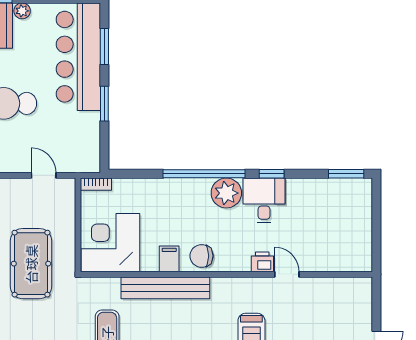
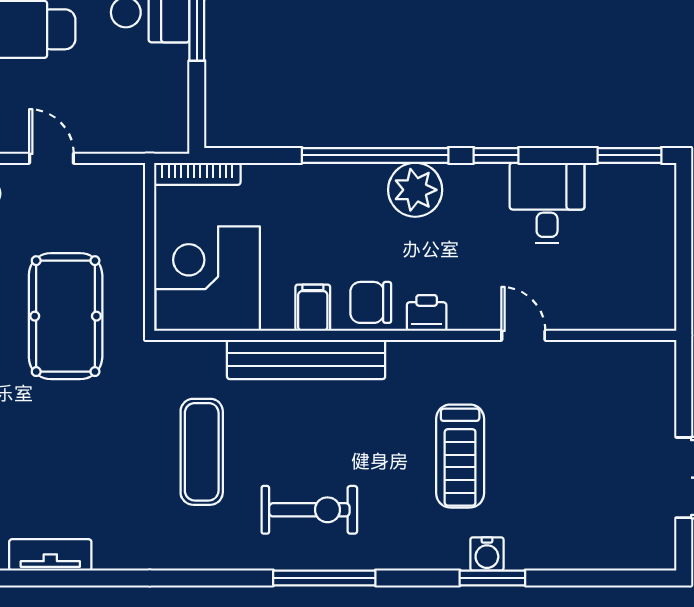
door: (44, 175) -> (51, 158), moved
bookcase: (96, 184) -> (197, 174), width x1.56
desk: (264, 200) -> (547, 203), moved
printer: (262, 262) -> (427, 313), moved

